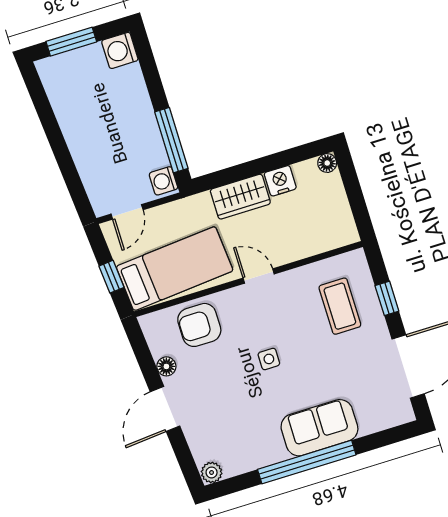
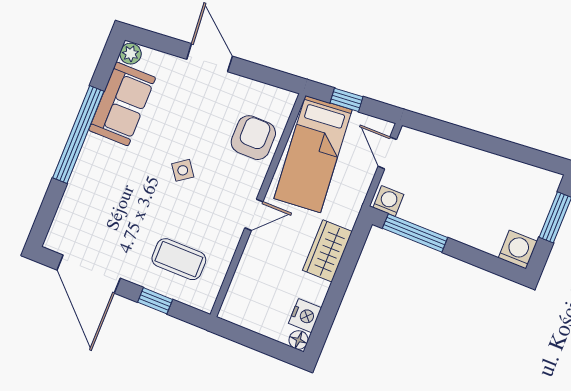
nightstand: (280, 181) -> (305, 316), moved
side table: (269, 359) -> (183, 170), turned -36
floor lamp: (166, 366) -> (242, 86), removed
sofa: (319, 428) -> (122, 104), moved

